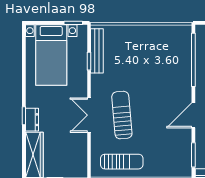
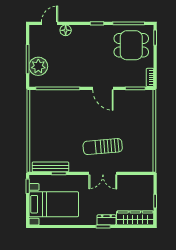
sun lounger: (122, 162) -> (141, 147), removed

